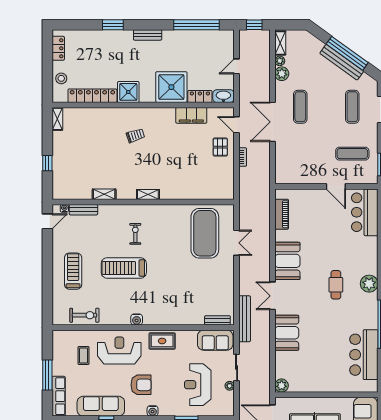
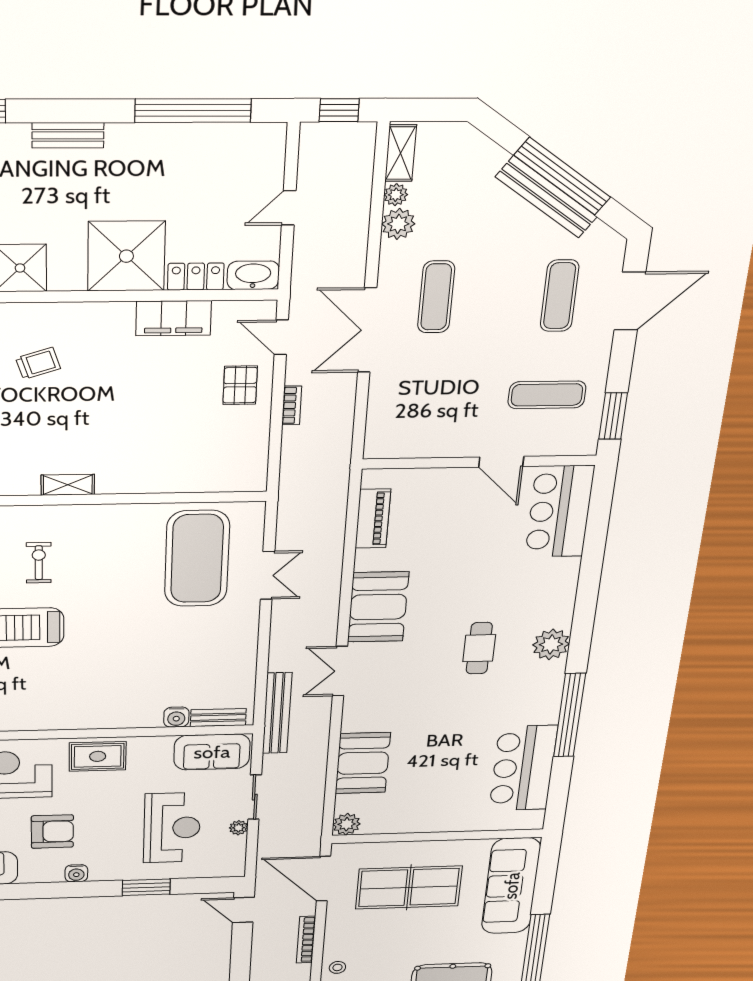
water cooler: (137, 320) -> (176, 717), moved
booth: (287, 333) -> (363, 763), moved
reception desk: (198, 385) -> (172, 828), turned 180

